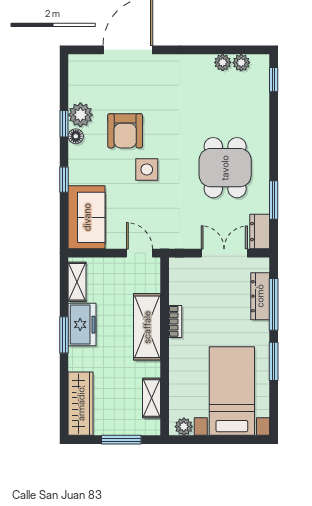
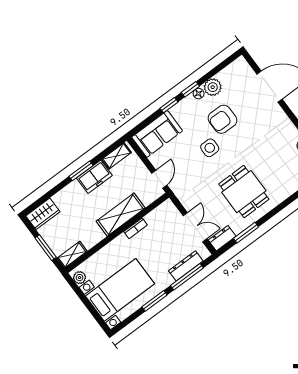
window: (64, 124) -> (190, 89), moved
dining table: (225, 168) -> (244, 192), turned 90
shelving: (152, 398) -> (72, 255), moved
wardrobe: (81, 404) -> (43, 214), width x0.67

